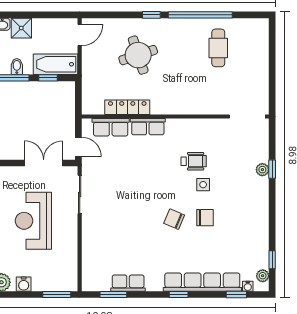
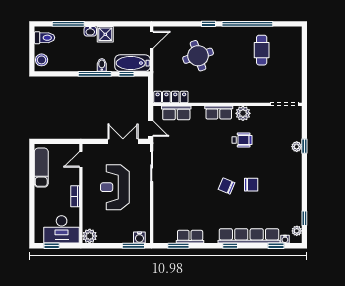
locker: (127, 107) -> (171, 97), moved
row of seats: (148, 127) -> (219, 113), moved
plant: (195, 128) -> (243, 113), added
side table: (203, 185) -> (250, 159), removed
water cooler: (24, 284) -> (139, 238), moved

